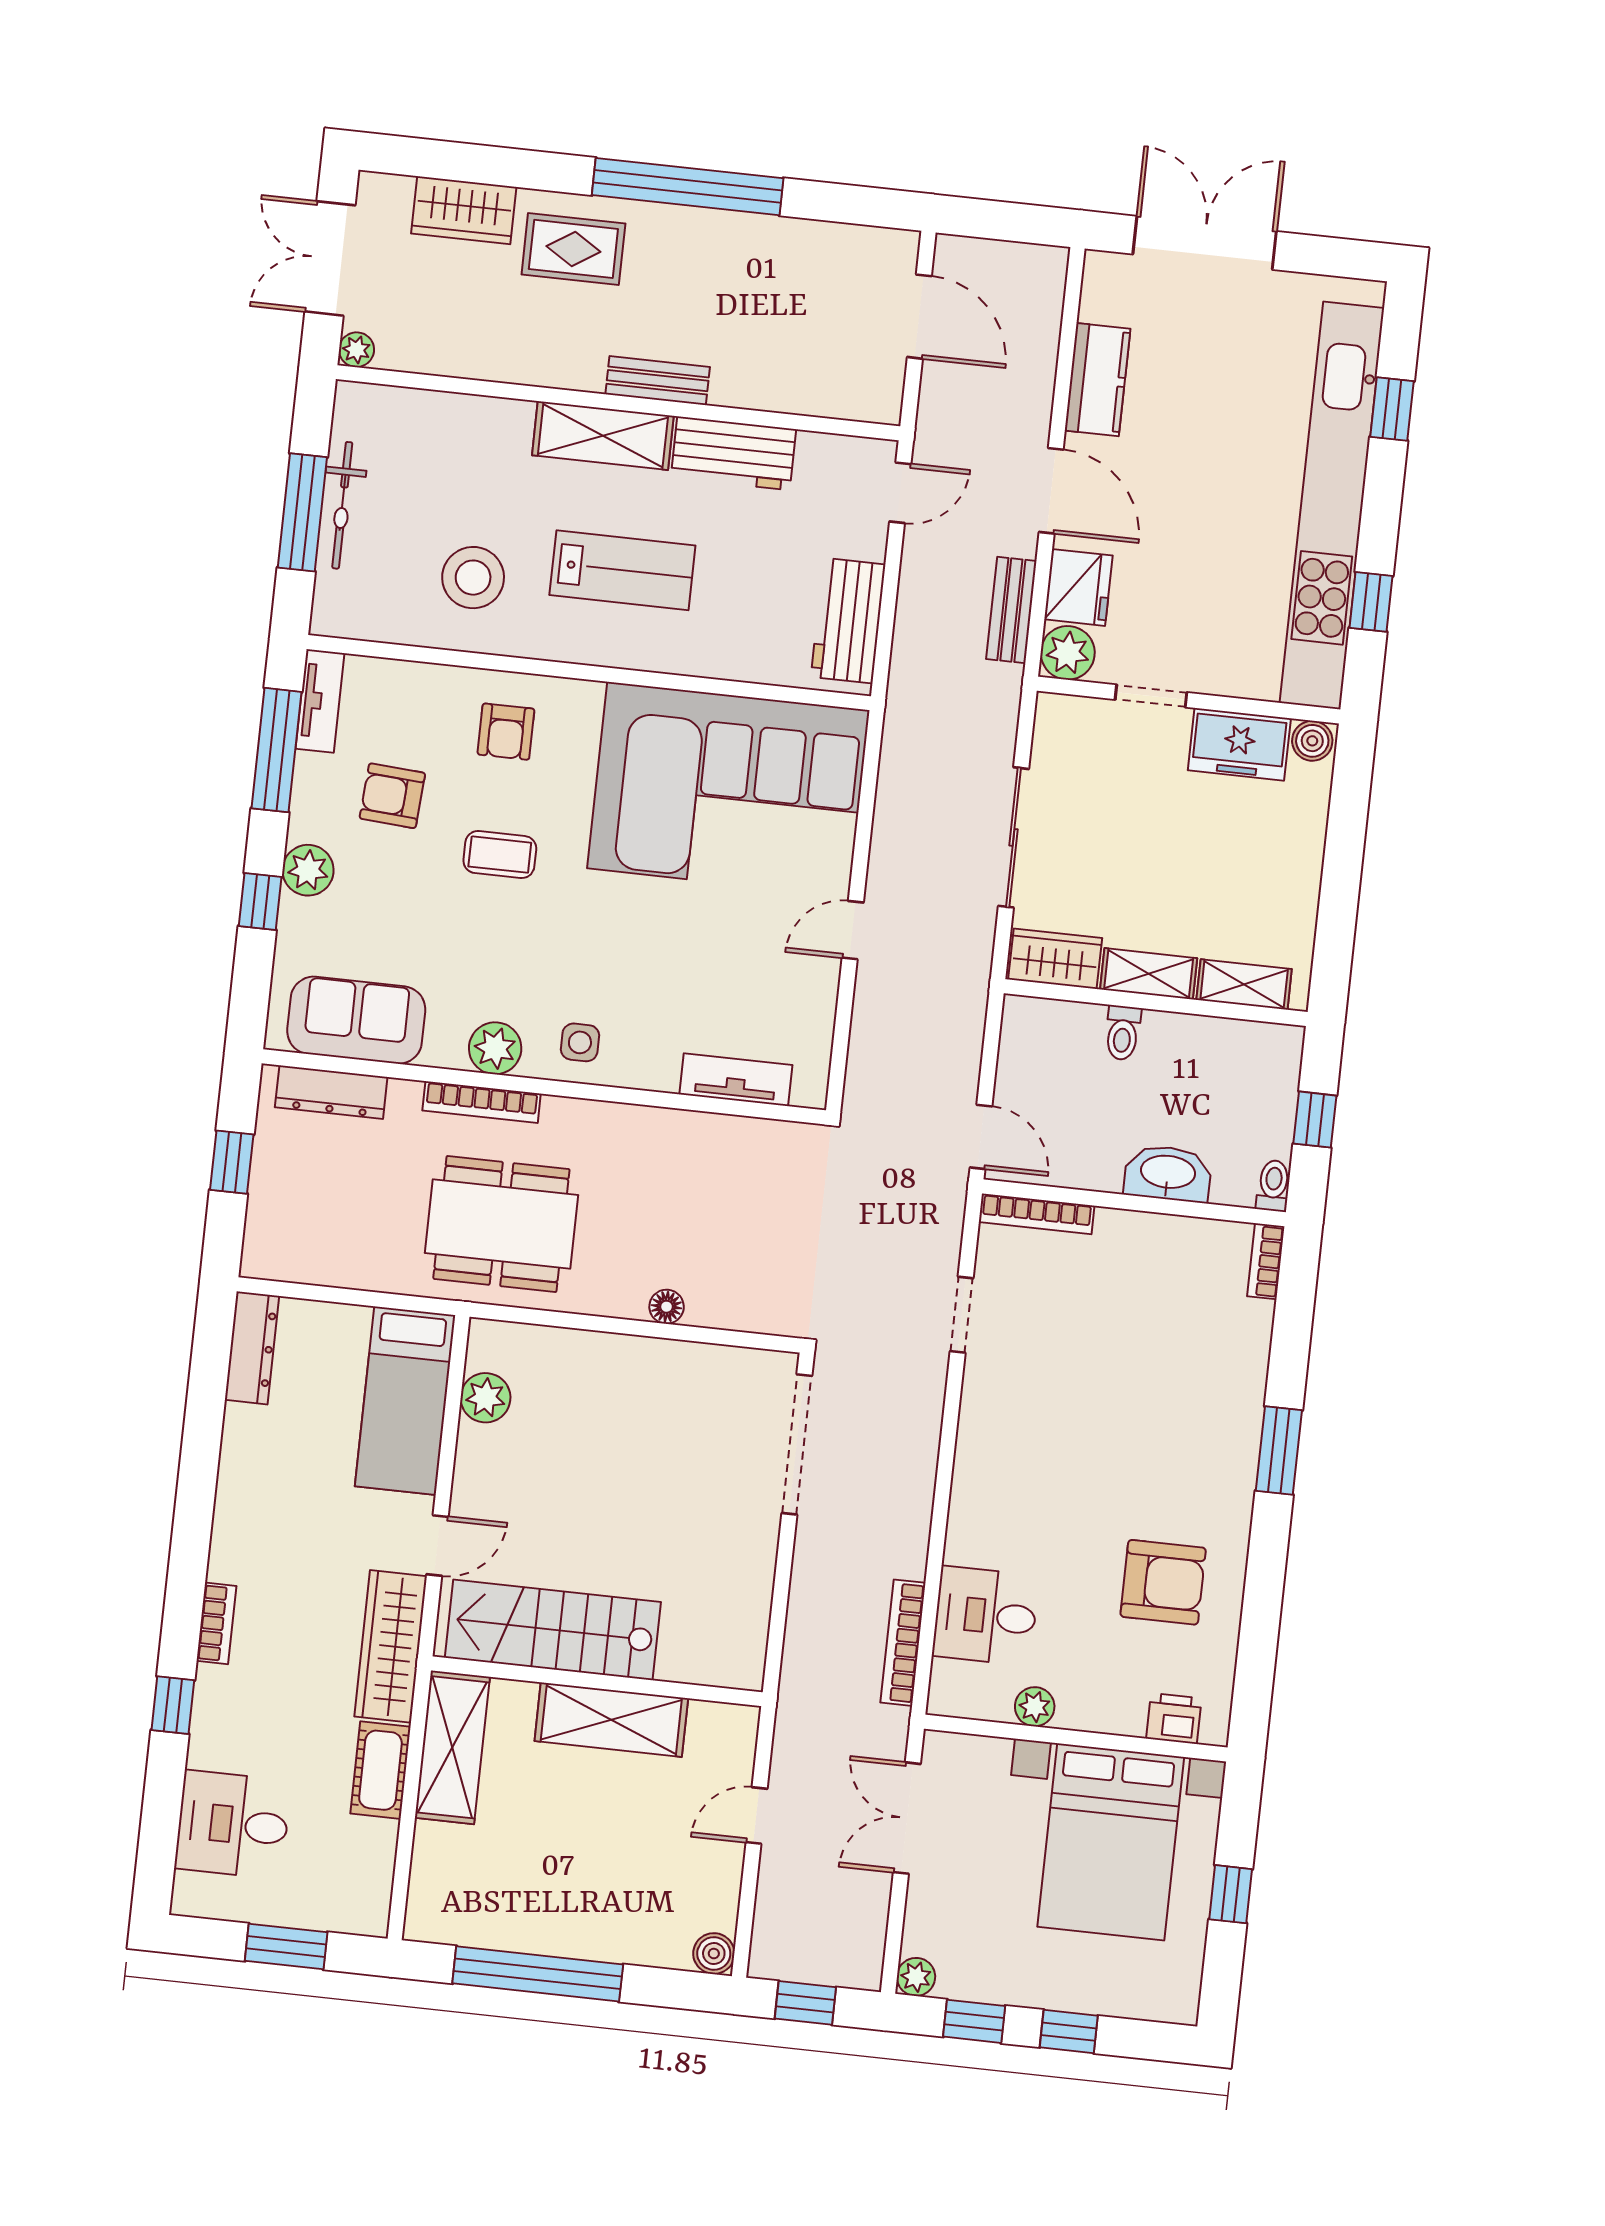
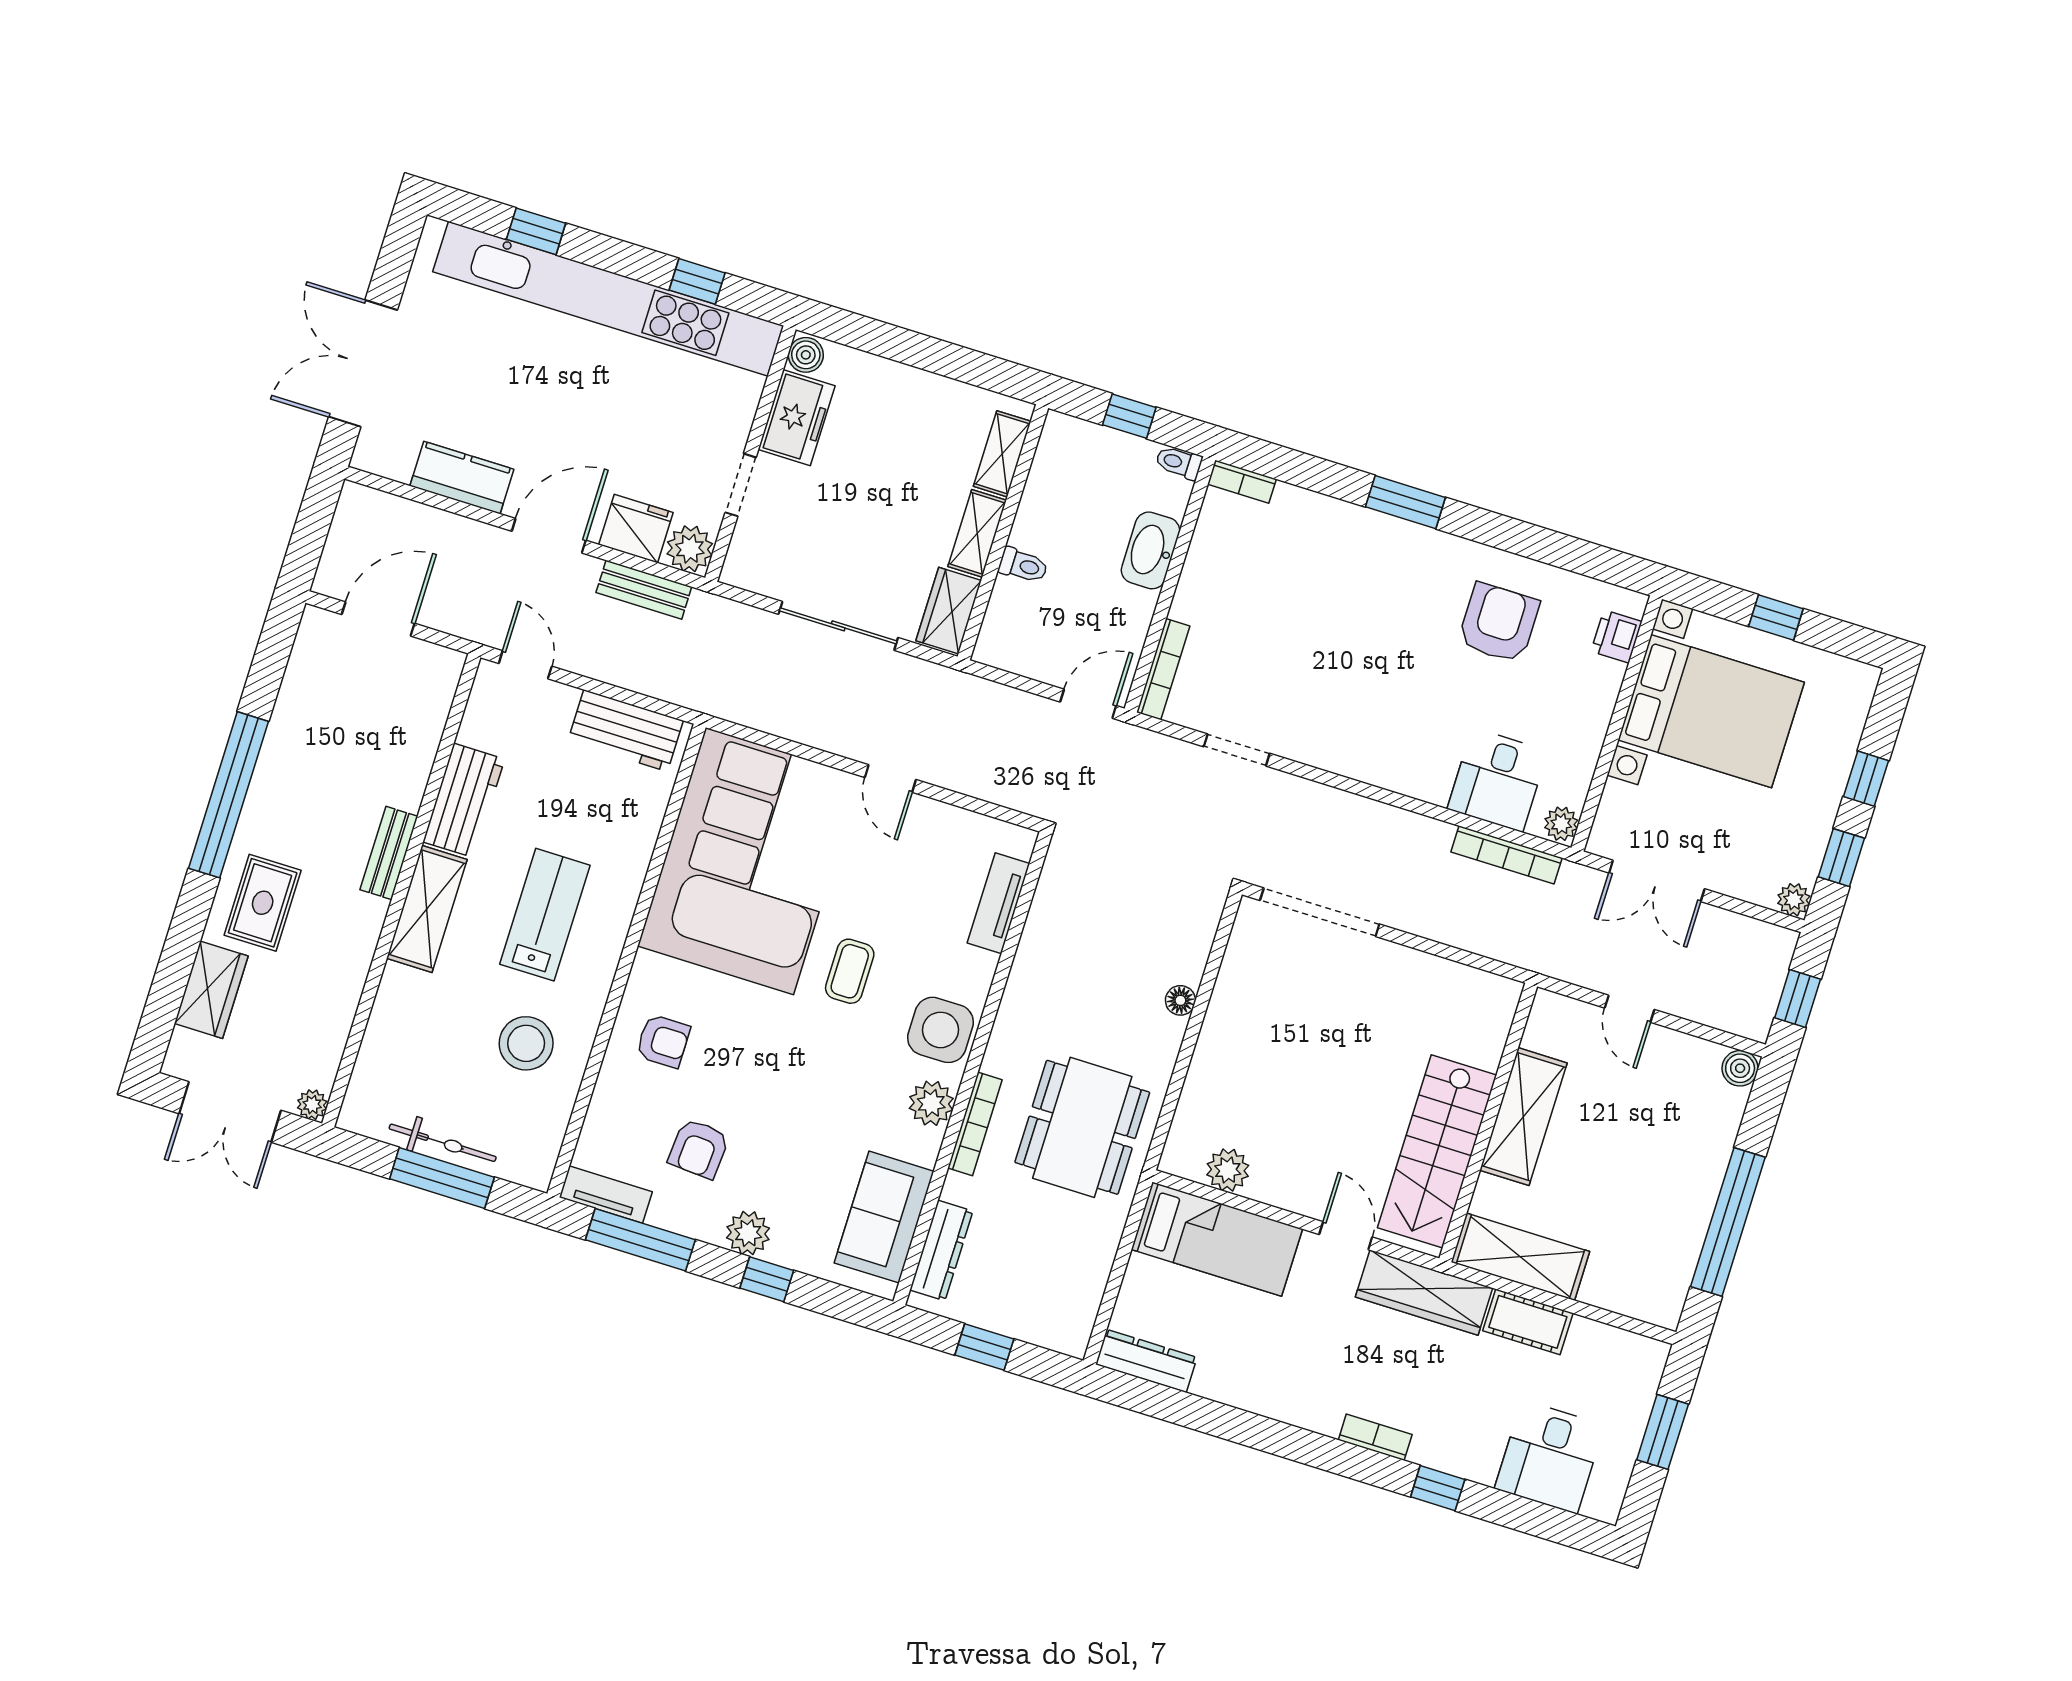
coffee table: (500, 855) -> (850, 971), moved
side table: (580, 1042) -> (941, 1030), width x1.87, depth x1.87
plant: (1035, 1707) -> (1561, 824), moved

